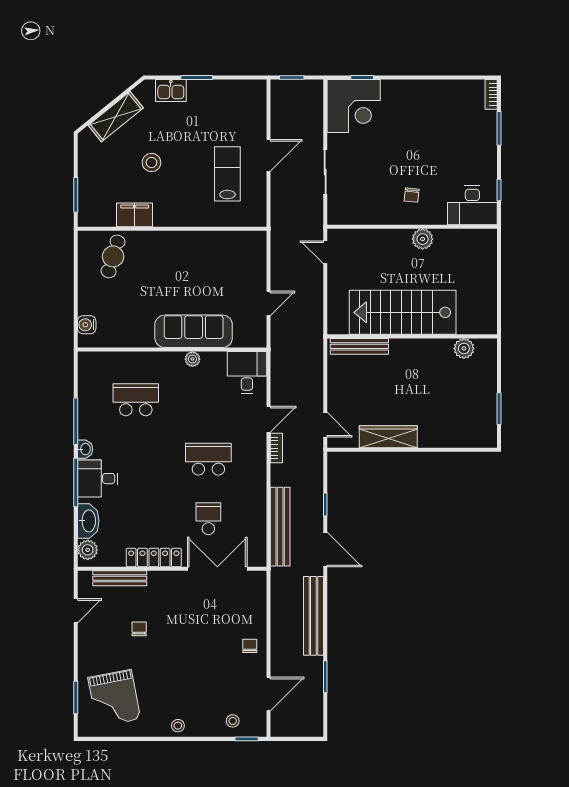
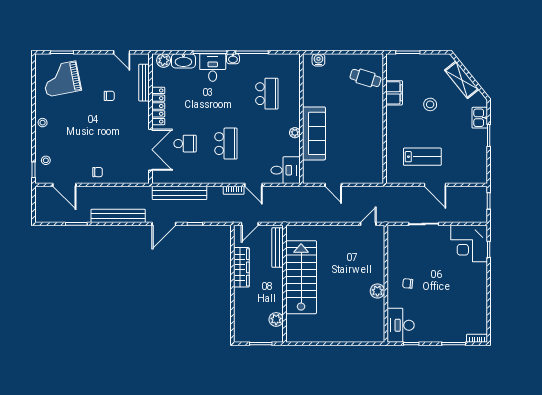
stairs: (403, 312) -> (301, 277), moved
wall: (412, 336) -> (284, 284), moved
bench: (359, 346) -> (278, 248), moved
plant: (464, 348) -> (276, 319), moved

